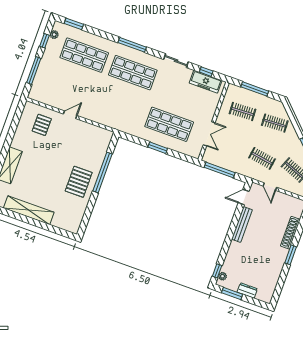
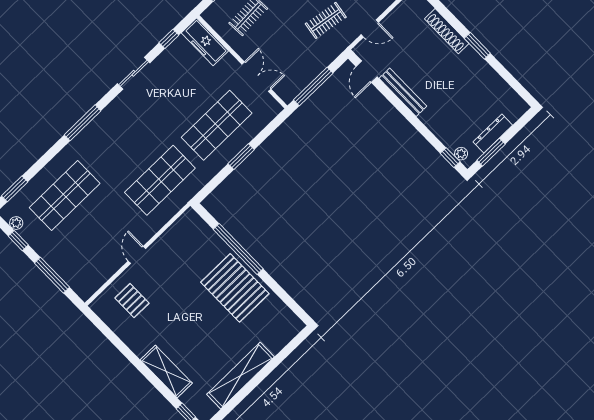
shop shelf: (133, 73) -> (160, 180), moved
freezer: (206, 82) -> (205, 42), moved, turned 90
pallet: (79, 182) -> (235, 288), width x1.37, depth x1.41
dresser: (247, 290) -> (493, 133), width x1.44

